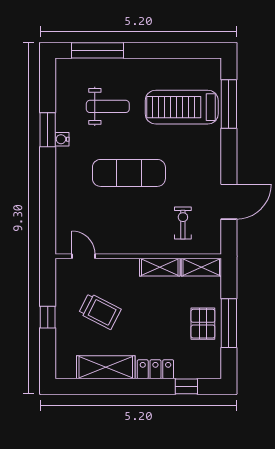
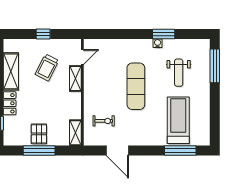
shelving: (160, 267) -> (75, 78), moved
pallet: (203, 324) -> (39, 134), turned 90

